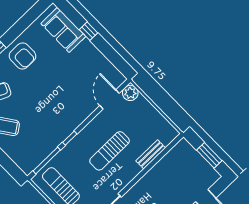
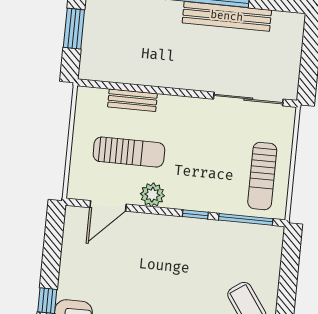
plant: (130, 93) -> (152, 195), moved
sun lounger: (110, 151) -> (129, 152), moved

